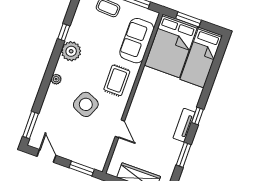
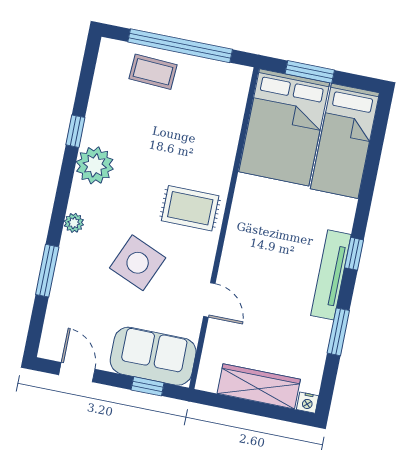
sofa: (137, 41) -> (153, 356), moved, turned 90
rug: (117, 80) -> (190, 208), turned 90
window: (31, 125) -> (47, 271), moved
tv unit: (184, 125) -> (331, 275), width x1.41
window: (82, 169) -> (148, 386), width x0.67

